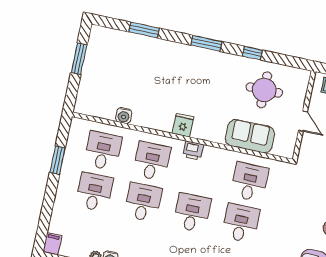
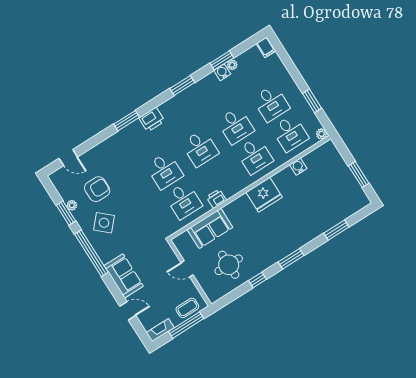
plant: (77, 124) -> (322, 134), added
fridge: (183, 125) -> (264, 195), width x1.88, depth x1.34
printer: (193, 151) -> (216, 199), moved

